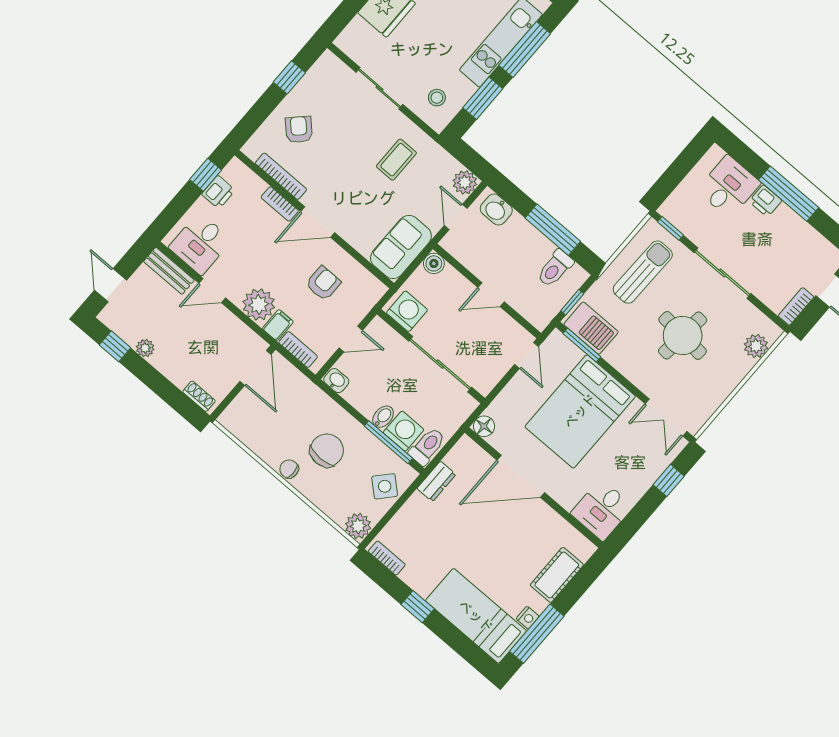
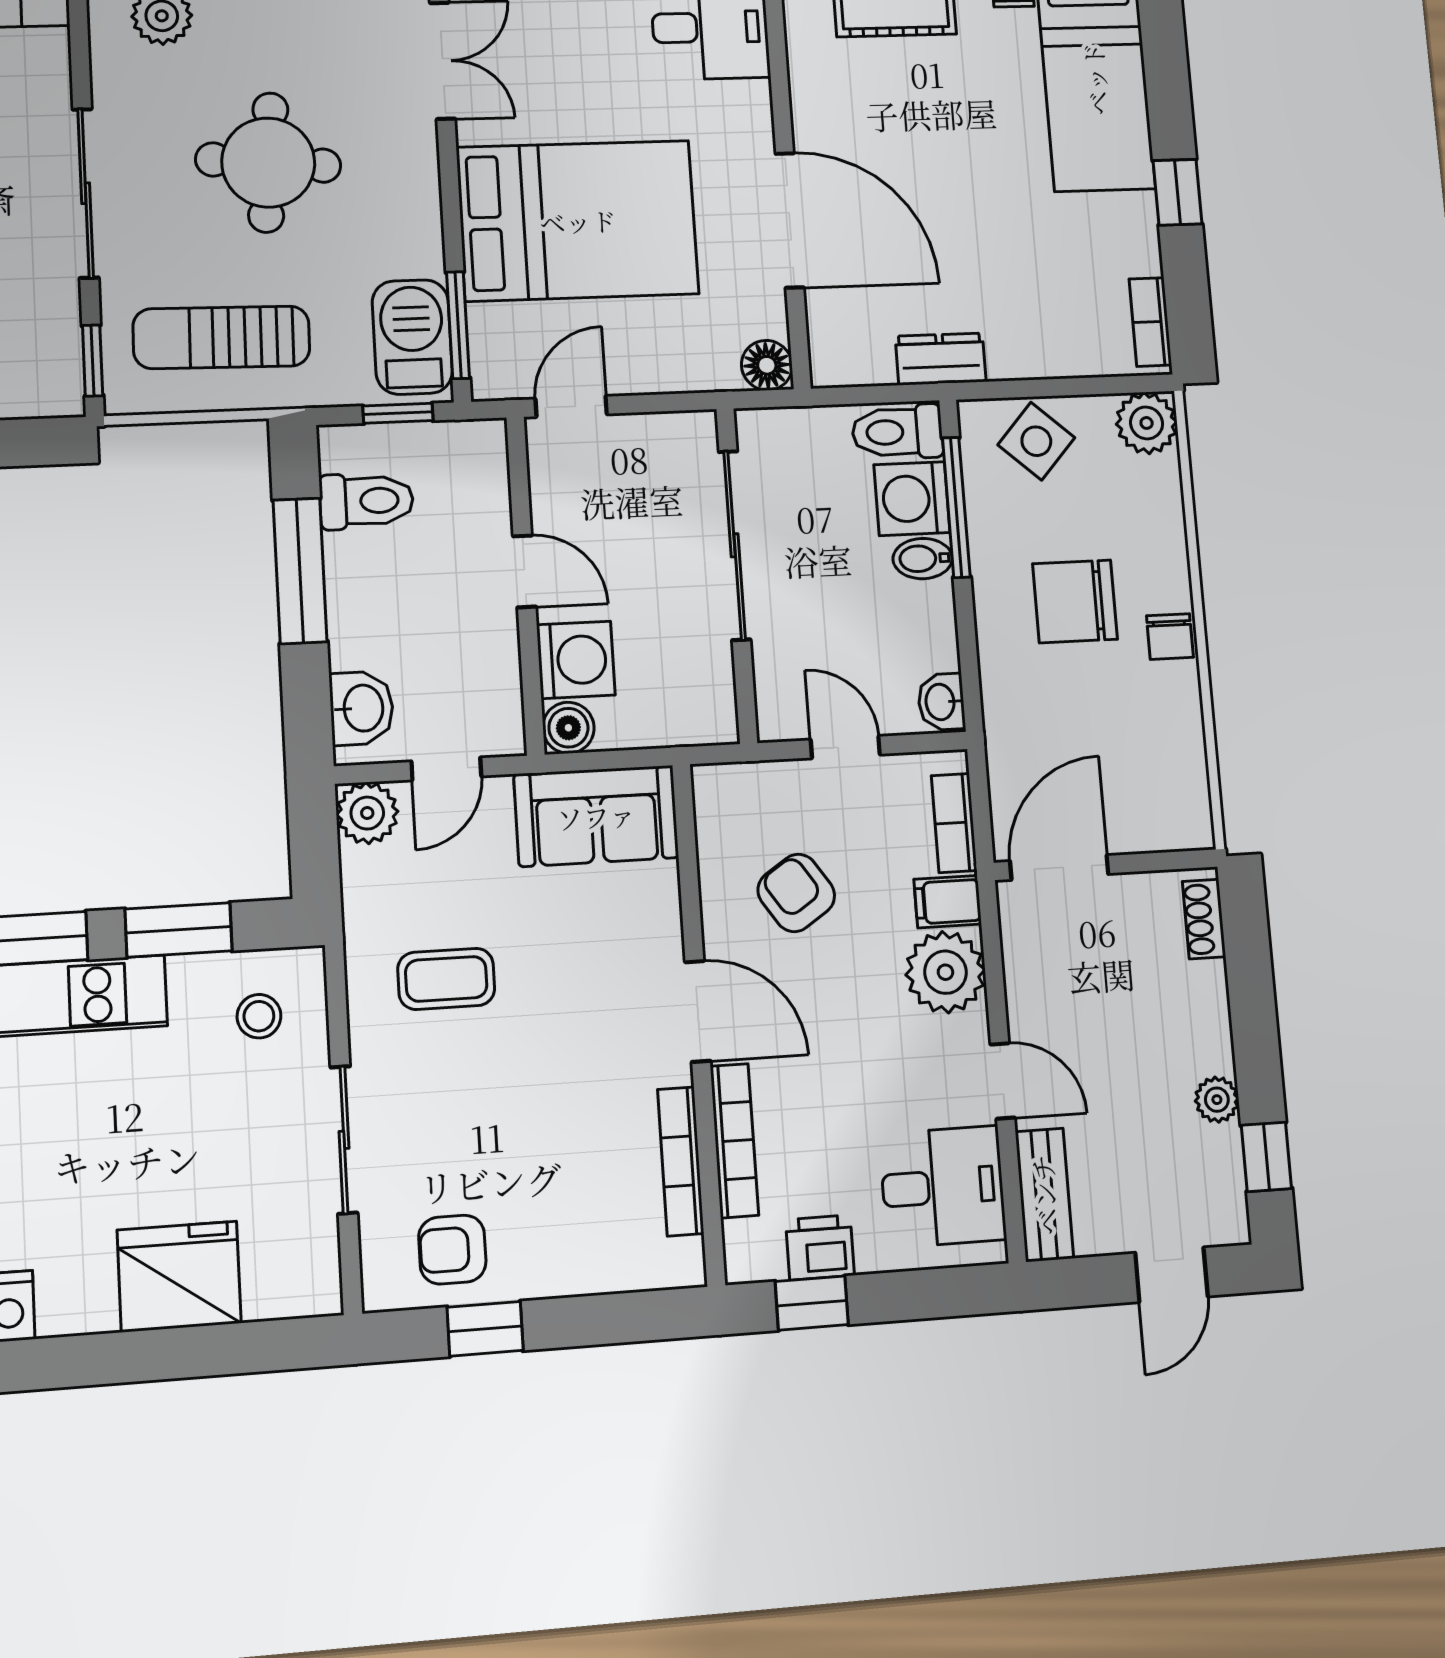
armchair: (299, 130) -> (452, 1250), moved, turned 45
bookcase: (280, 204) -> (734, 1141), width x1.56
armchair: (323, 283) -> (796, 893), turned 56
washing machine: (407, 311) -> (576, 660), moved, turned 180

